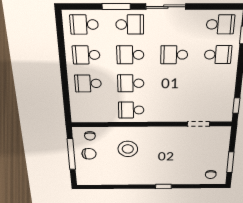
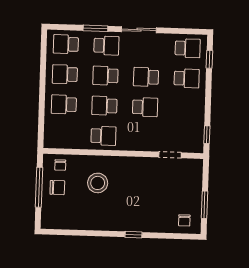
school desk: (173, 83) -> (145, 107), added
school desk: (131, 110) -> (103, 136), turned 180

